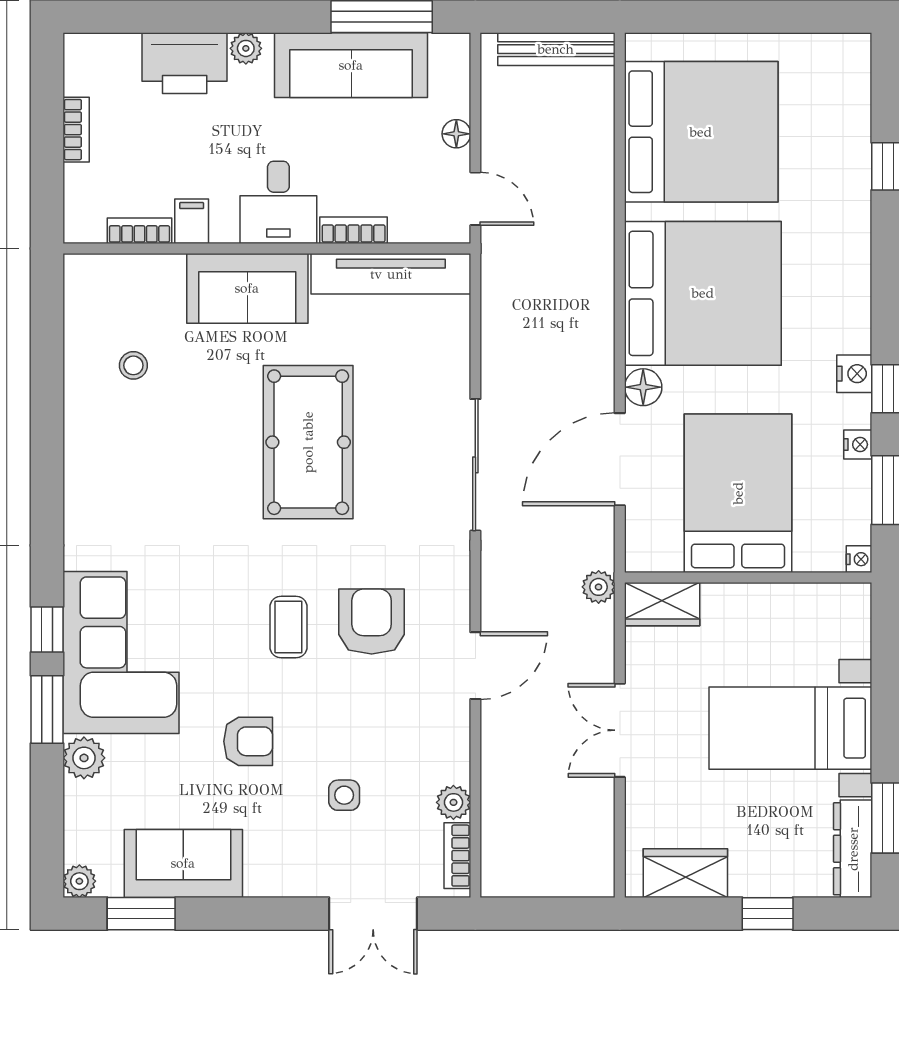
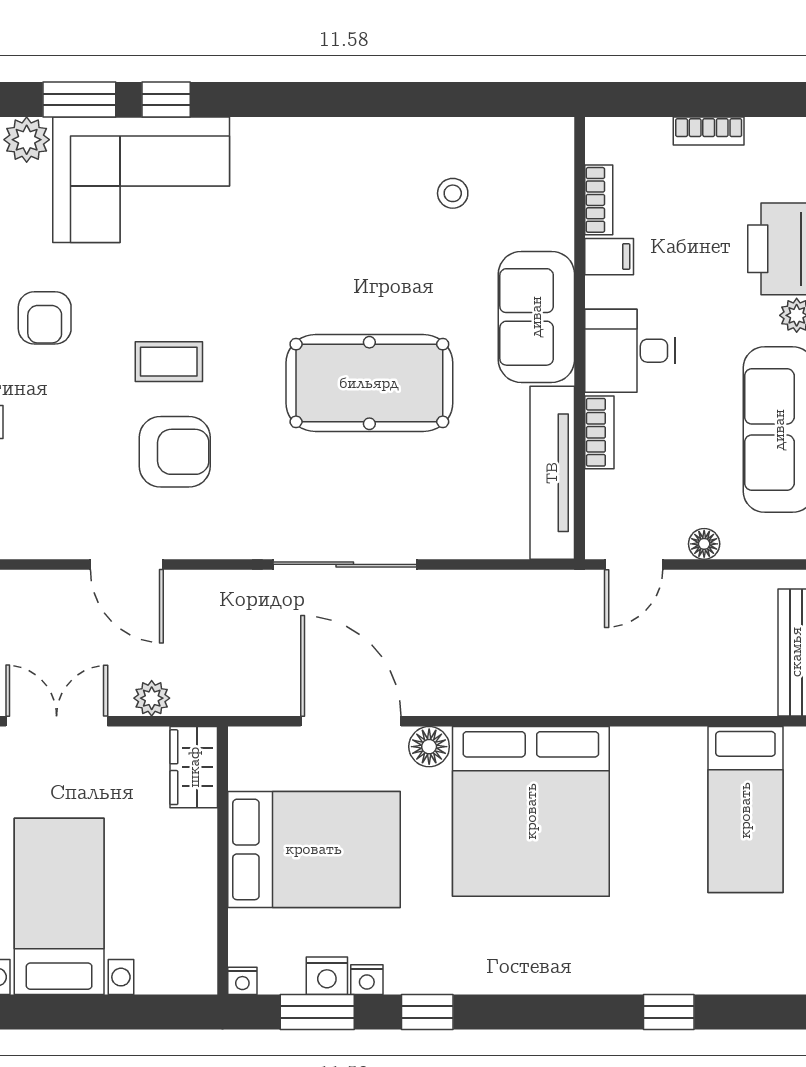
bed: (701, 132) -> (745, 810), width x0.49
nightstand: (854, 374) -> (327, 976), moved
plant: (599, 587) -> (152, 698), moved

